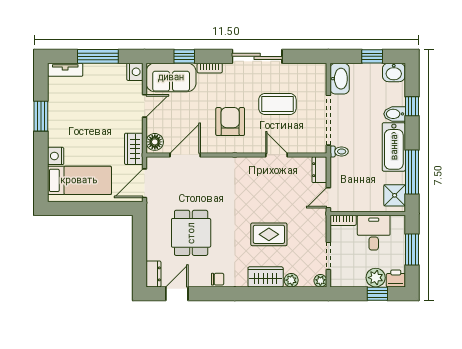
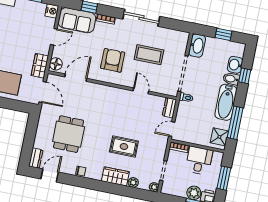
washbasin: (394, 72) -> (235, 65), moved, turned 90
door: (145, 183) -> (43, 92), swing flipped

